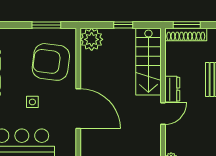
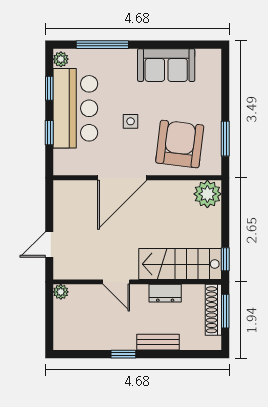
window: (123, 25) -> (225, 259), moved
dresser: (172, 89) -> (165, 293), moved

